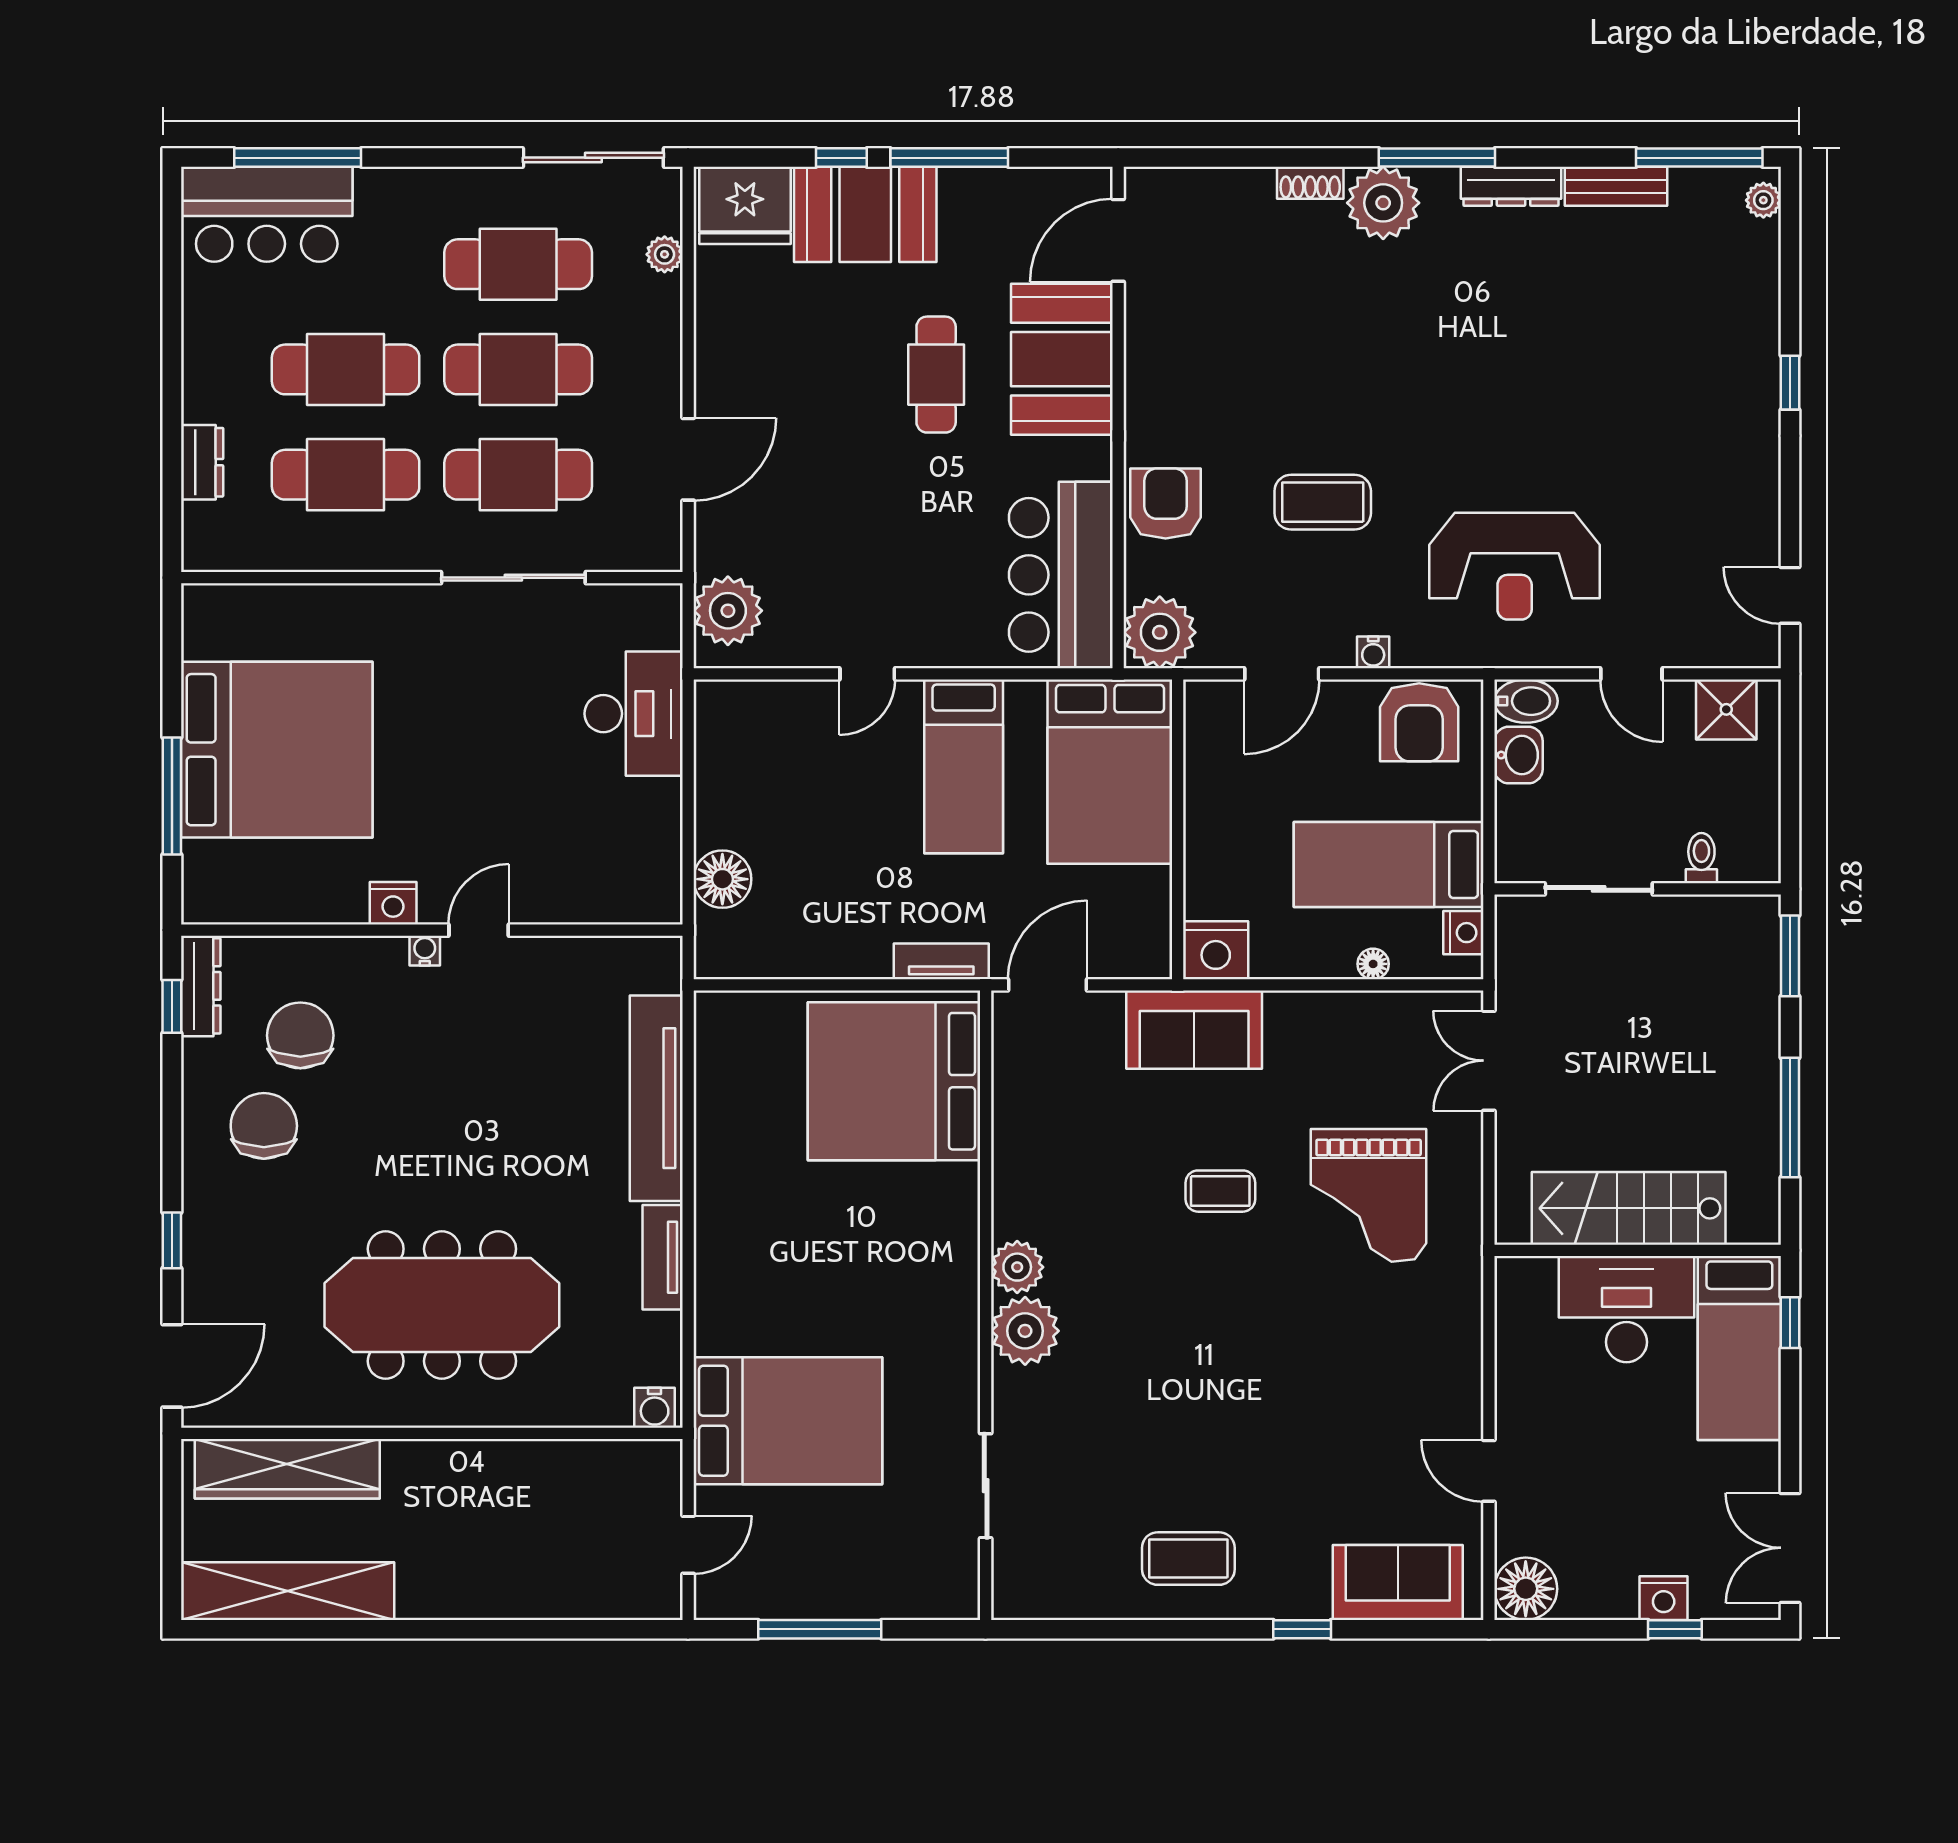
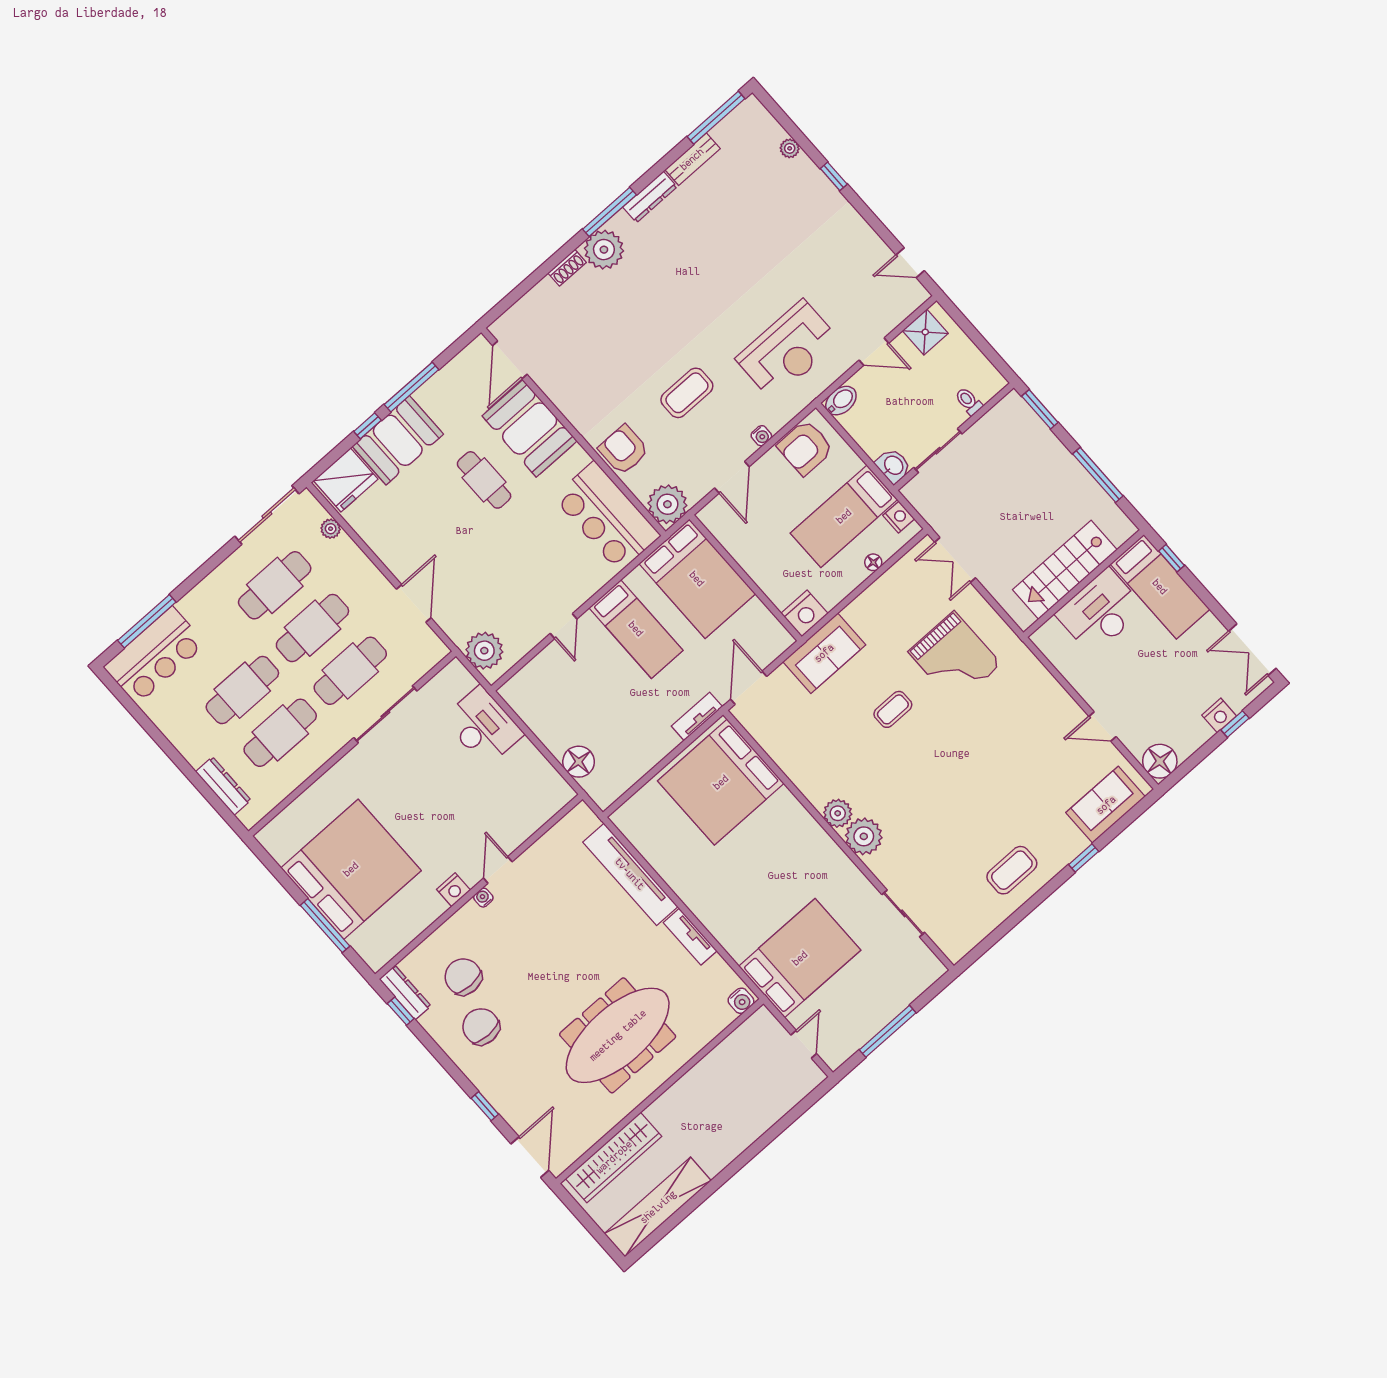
plant: (1763, 200) -> (790, 148), moved
dresser: (202, 462) -> (223, 786), width x1.44
armchair: (1419, 722) -> (805, 448), turned 90
washbasin: (1518, 755) -> (893, 466), moved

